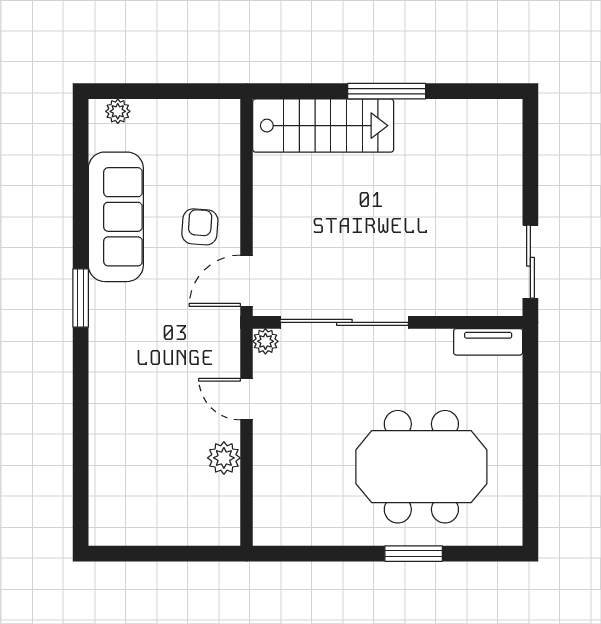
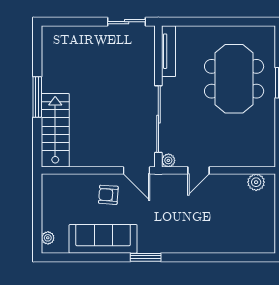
tv unit: (488, 342) -> (169, 51), width x1.41
plant: (224, 458) -> (256, 182), moved

